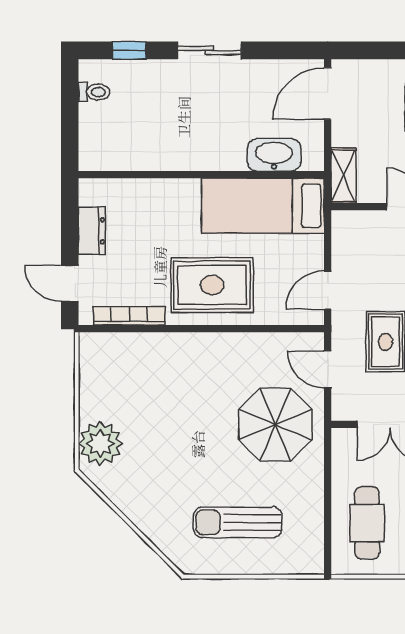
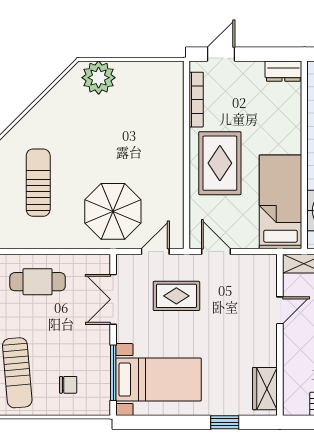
dresser: (92, 231) -> (283, 71), moved

